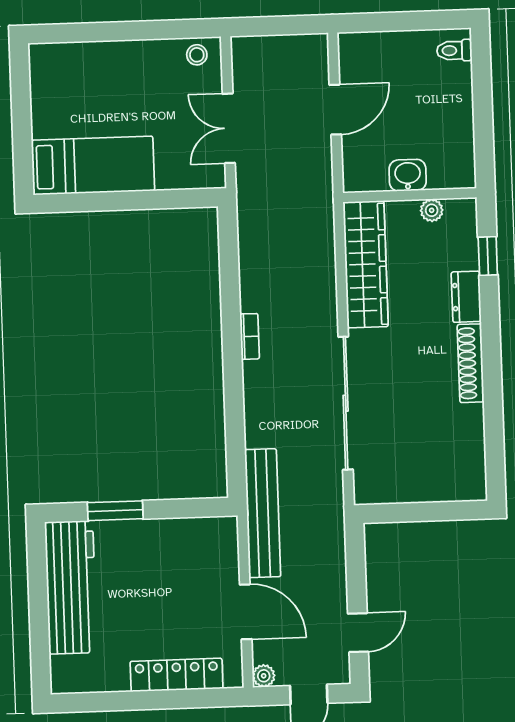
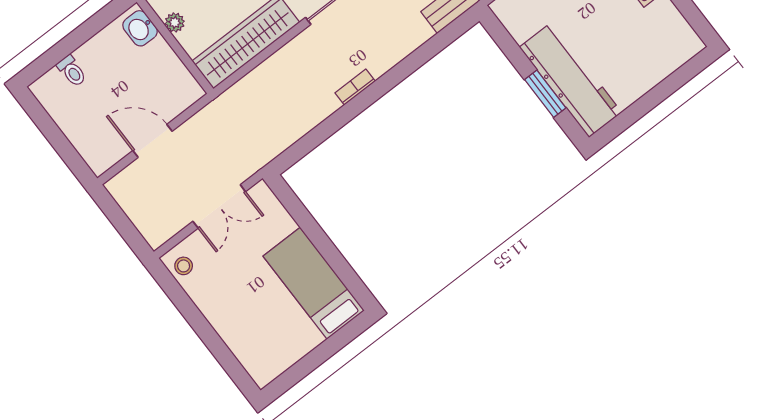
toilet: (454, 50) -> (72, 71), moved
washbasin: (408, 175) -> (140, 28), moved
workbench: (71, 587) -> (571, 80), moved, turned 90

